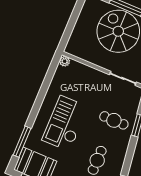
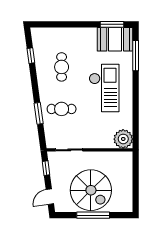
plant: (65, 61) -> (123, 139), width x1.88, depth x1.88

